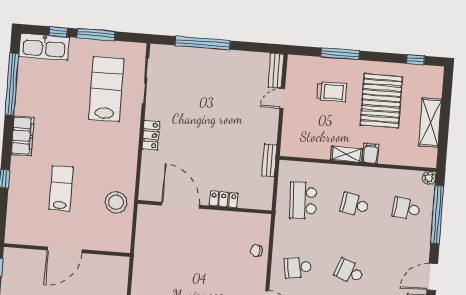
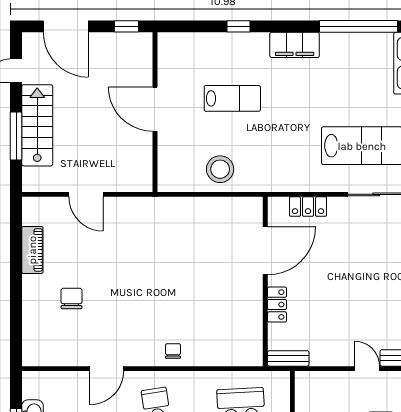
locker: (224, 199) -> (277, 305), moved
door: (180, 205) -> (265, 251), moved
wall: (205, 207) -> (265, 281), moved

